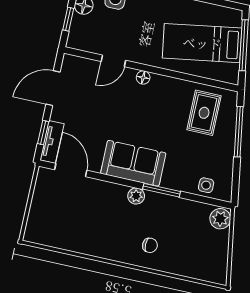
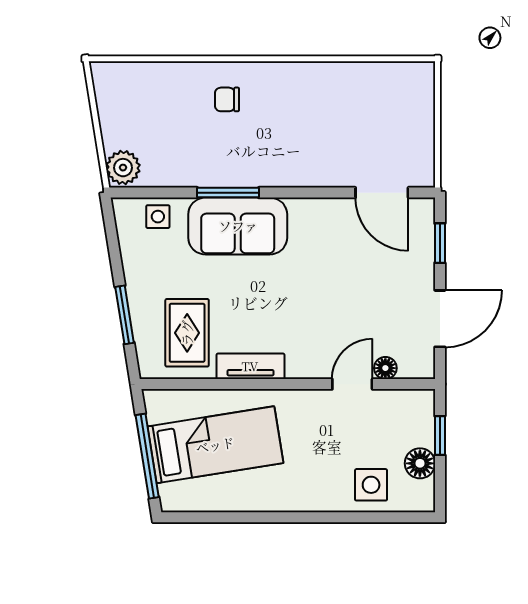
floor lamp: (143, 77) -> (385, 368), moved
window: (239, 132) -> (125, 315), width x0.69
tv unit: (52, 142) -> (250, 366), moved, turned 90
sofa: (133, 163) -> (238, 226), moved
plant: (136, 196) -> (267, 174), removed

